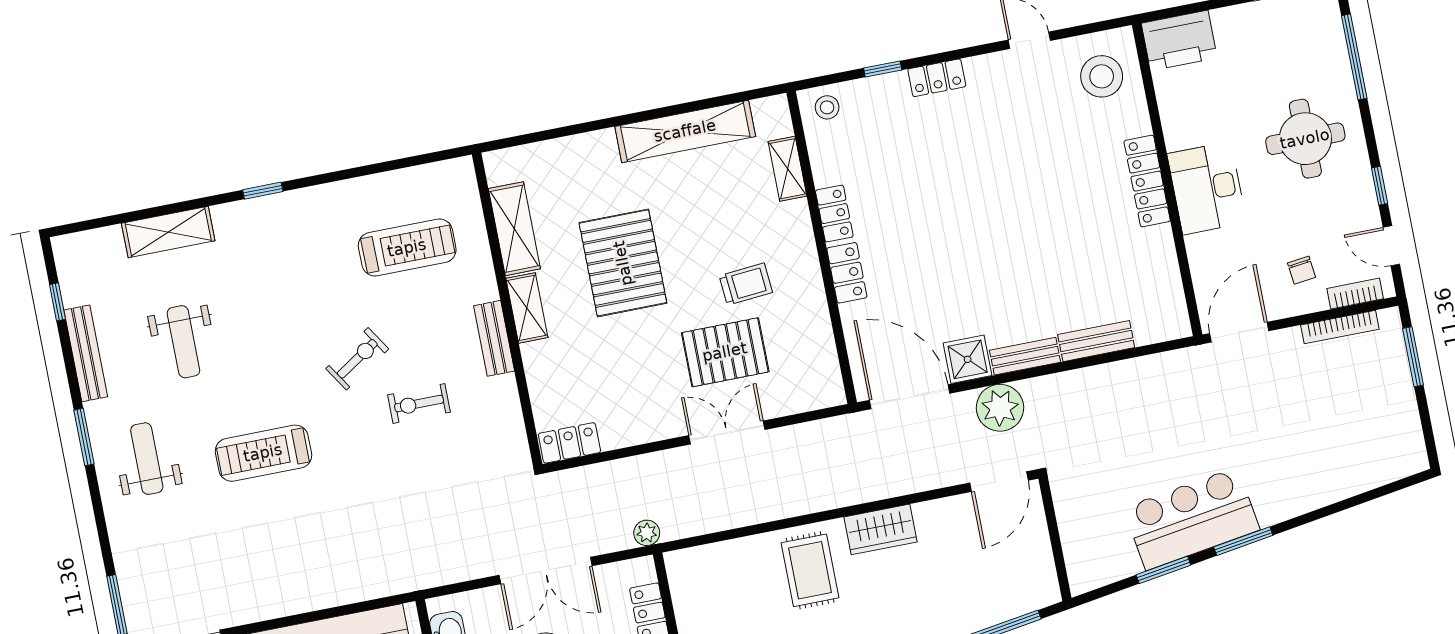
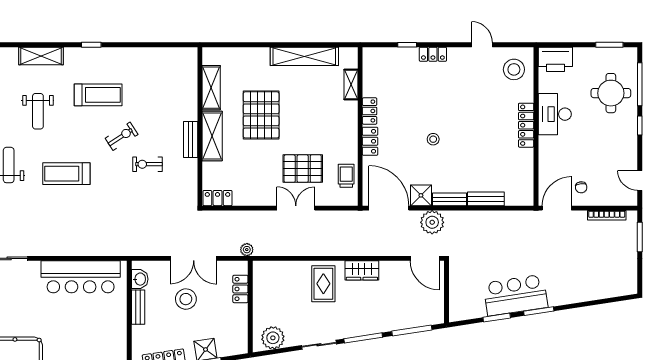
stool: (827, 107) -> (433, 139), moved
round table: (1305, 139) -> (611, 93), moved
window: (1380, 186) -> (640, 125), moved
desk: (1207, 188) -> (555, 114), moved
treadmill: (407, 248) -> (98, 95), moved
chair: (1302, 270) -> (581, 187), moved
trolley: (746, 284) -> (346, 176), moved, turned -85
bookcase: (1355, 294) -> (617, 200), removed
shelving: (527, 308) -> (212, 136), width x1.50, depth x1.33
door: (999, 482) -> (425, 258), hinge flipped

